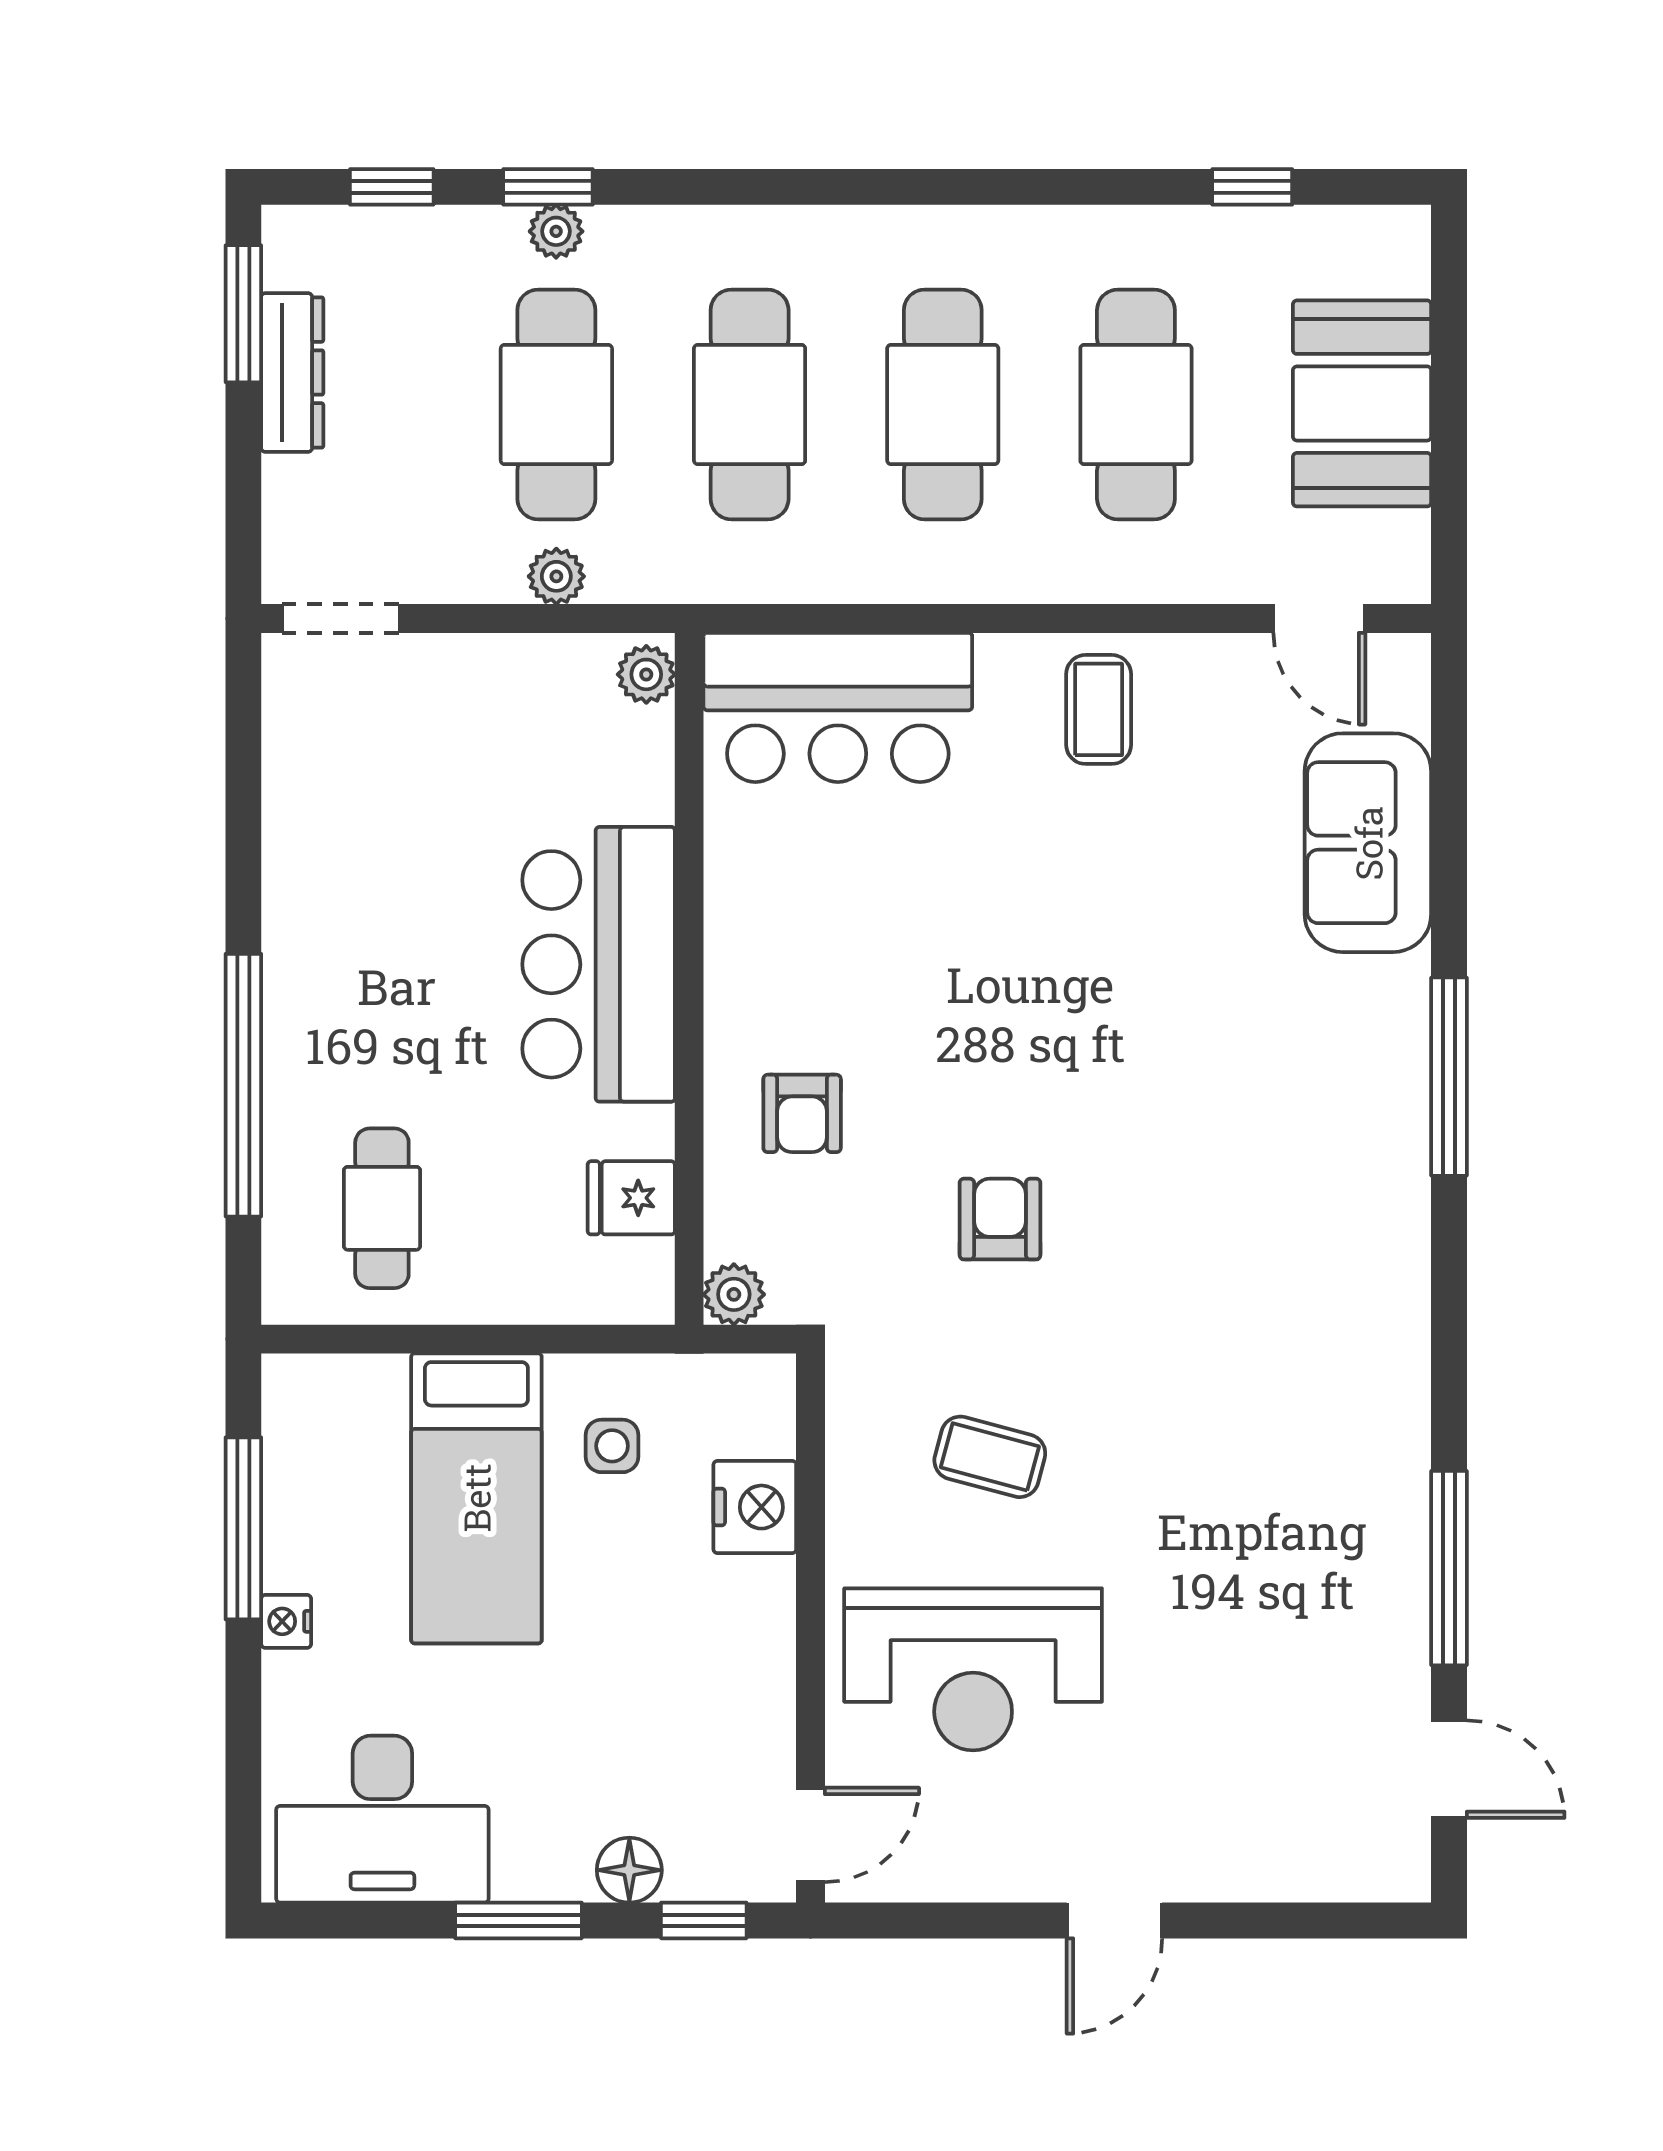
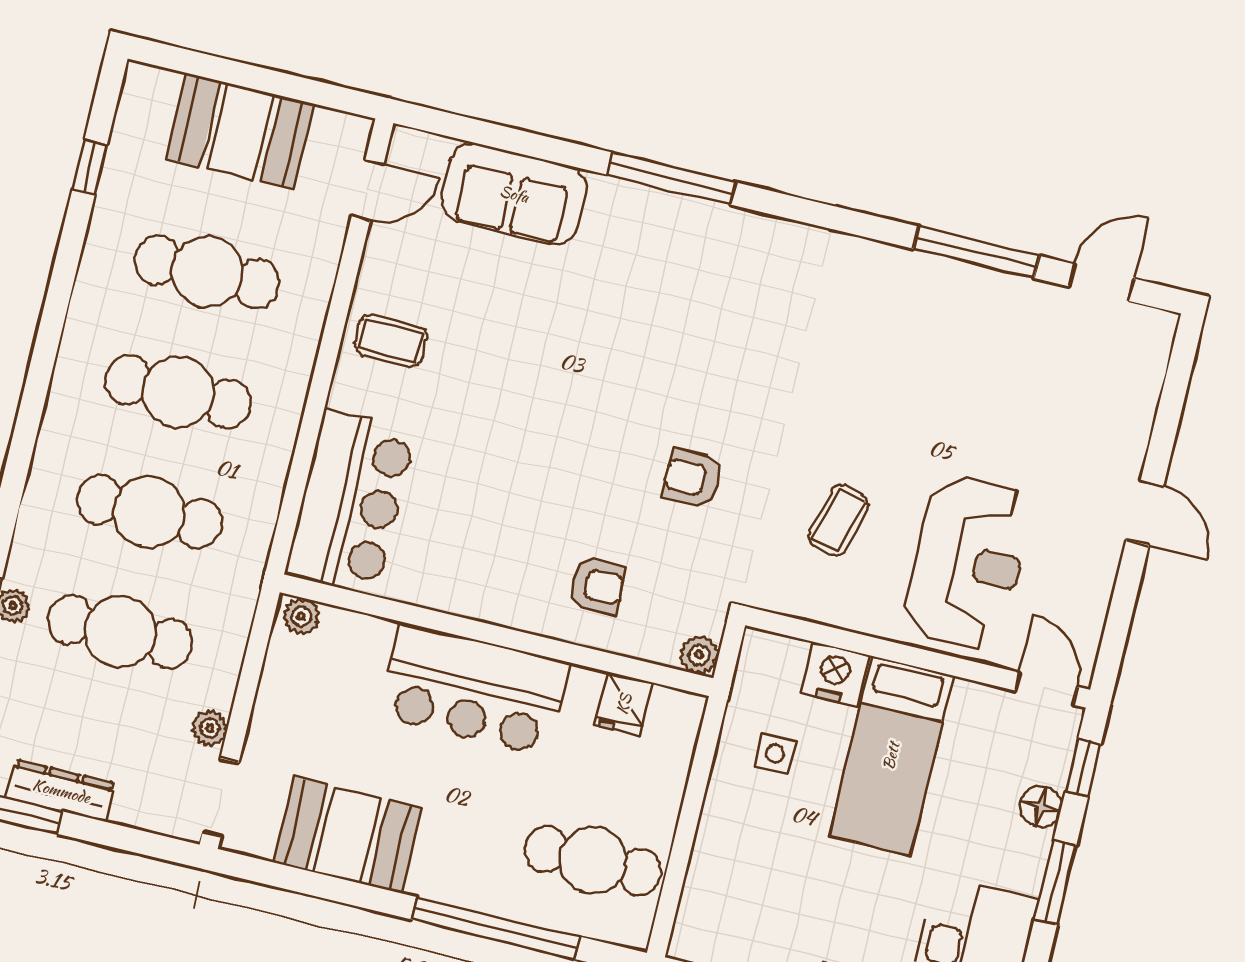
plant: (556, 576) -> (210, 728), moved
booth: (330, 825) -> (347, 835), added
cafe table: (382, 1208) -> (593, 860), width x1.37, depth x1.35
bed: (476, 1498) -> (891, 756), moved, turned 90

